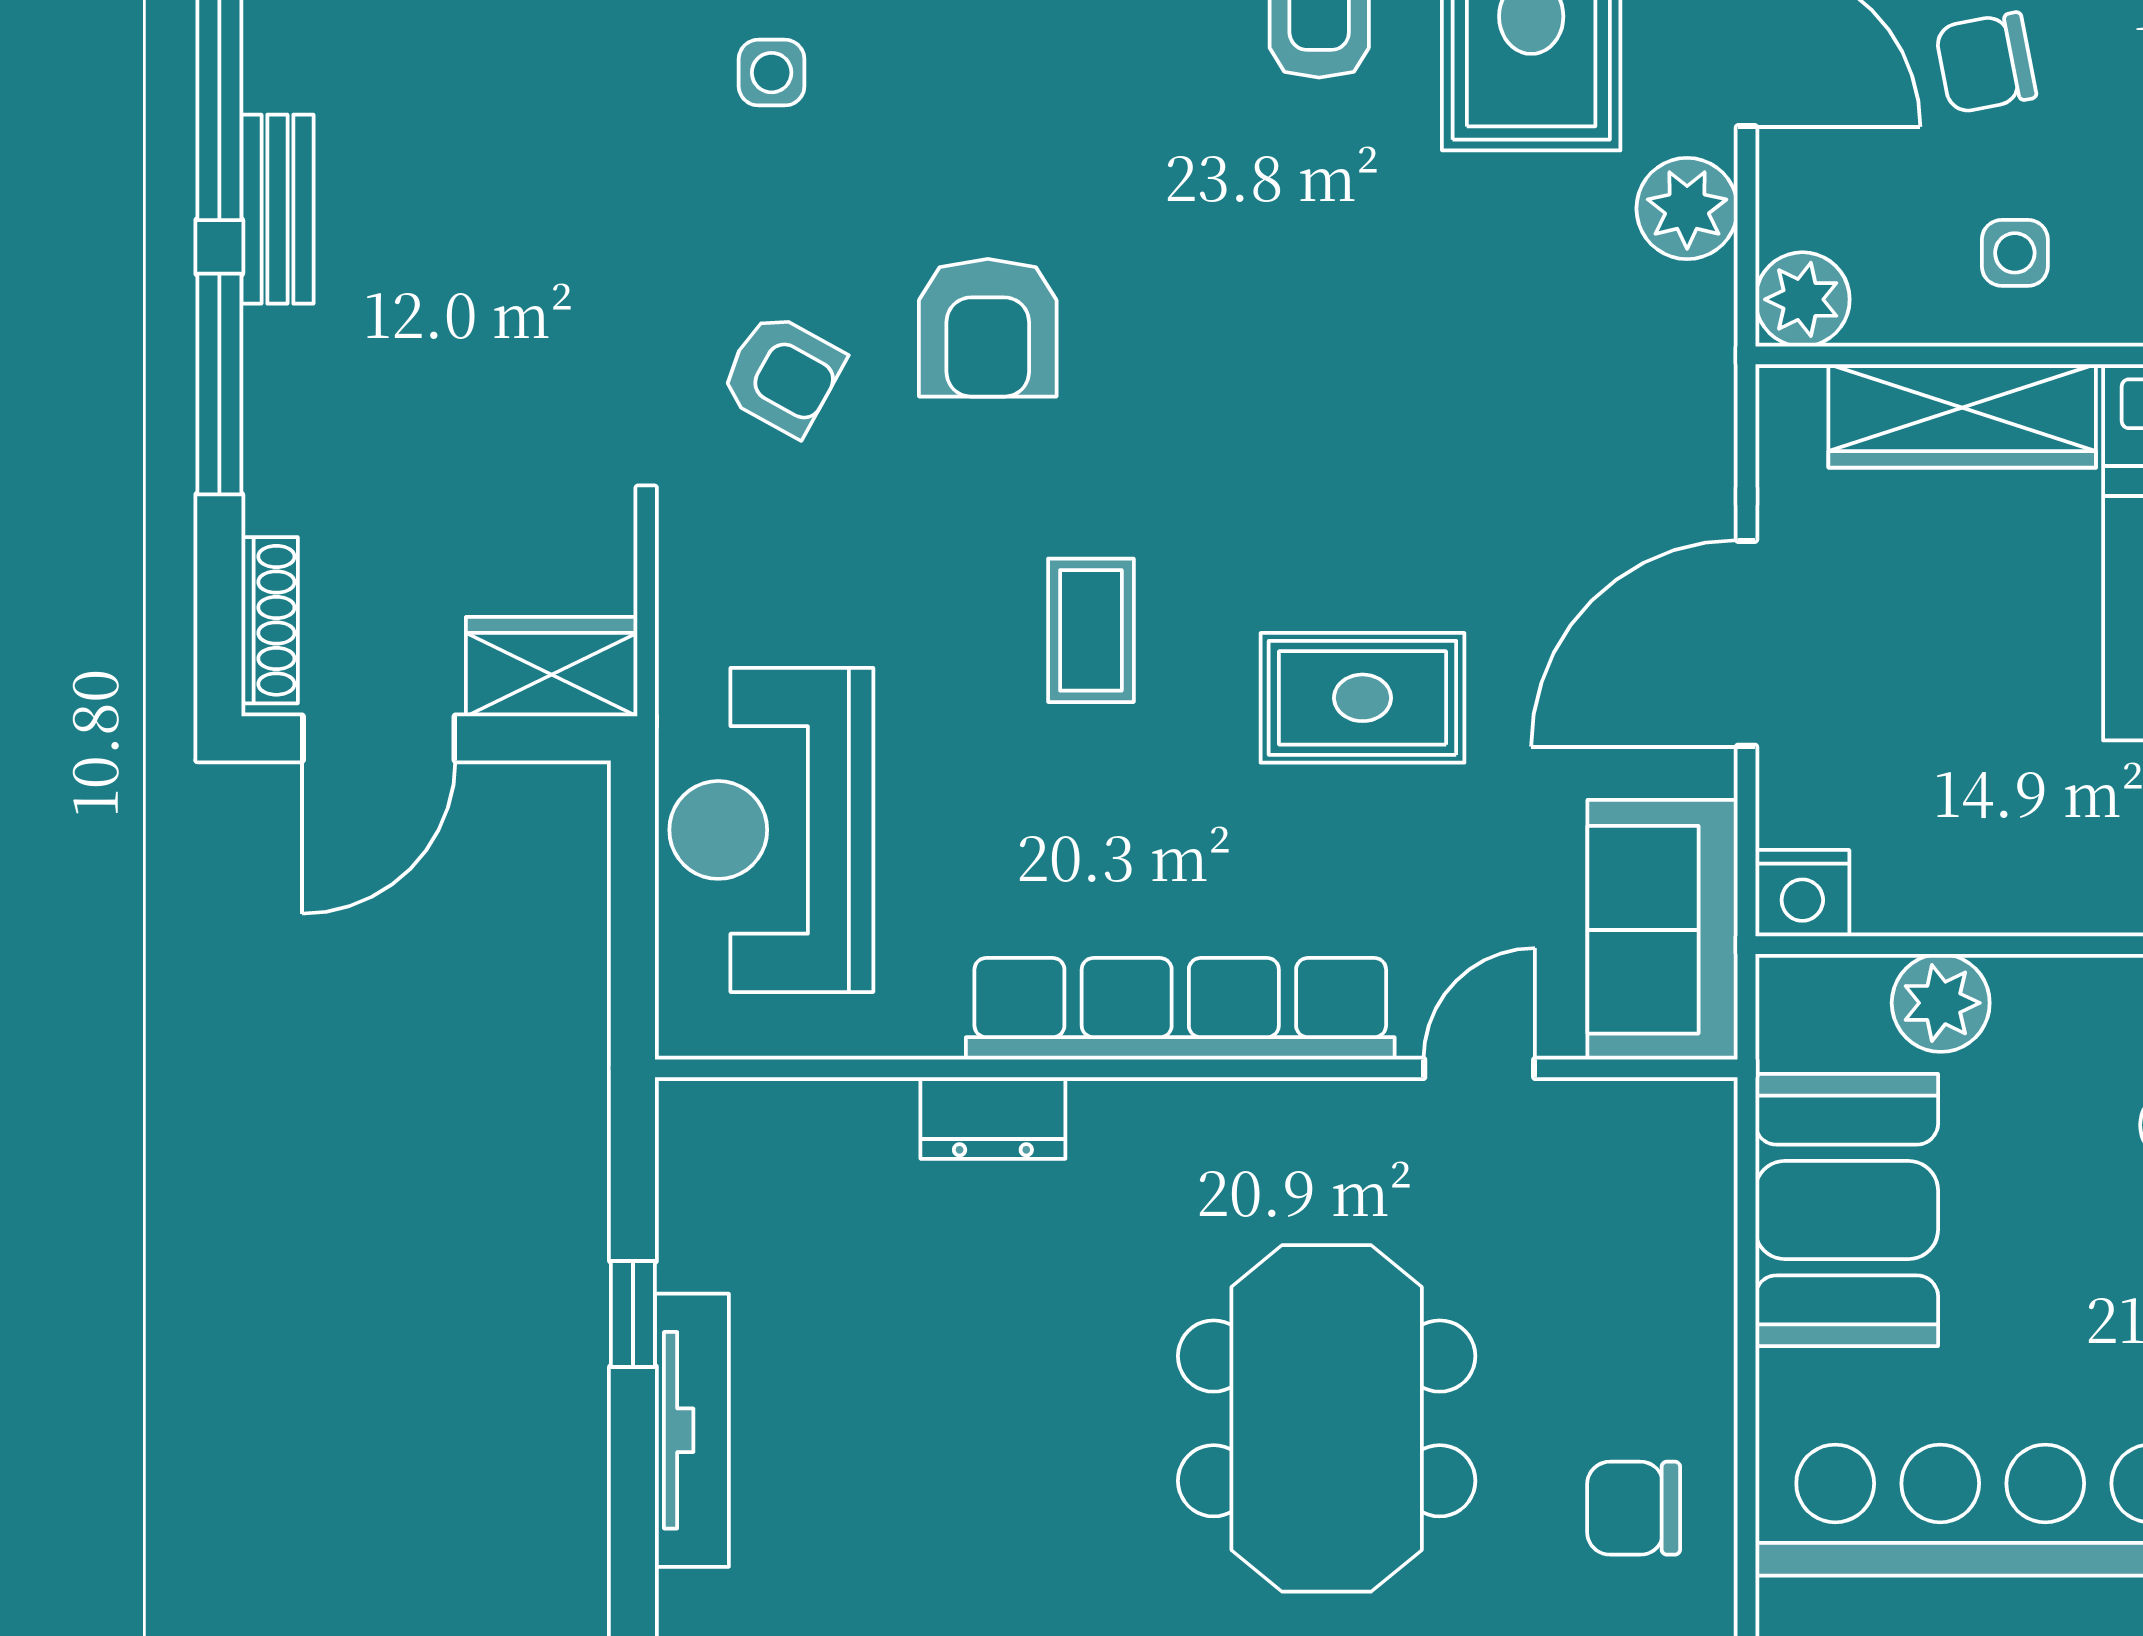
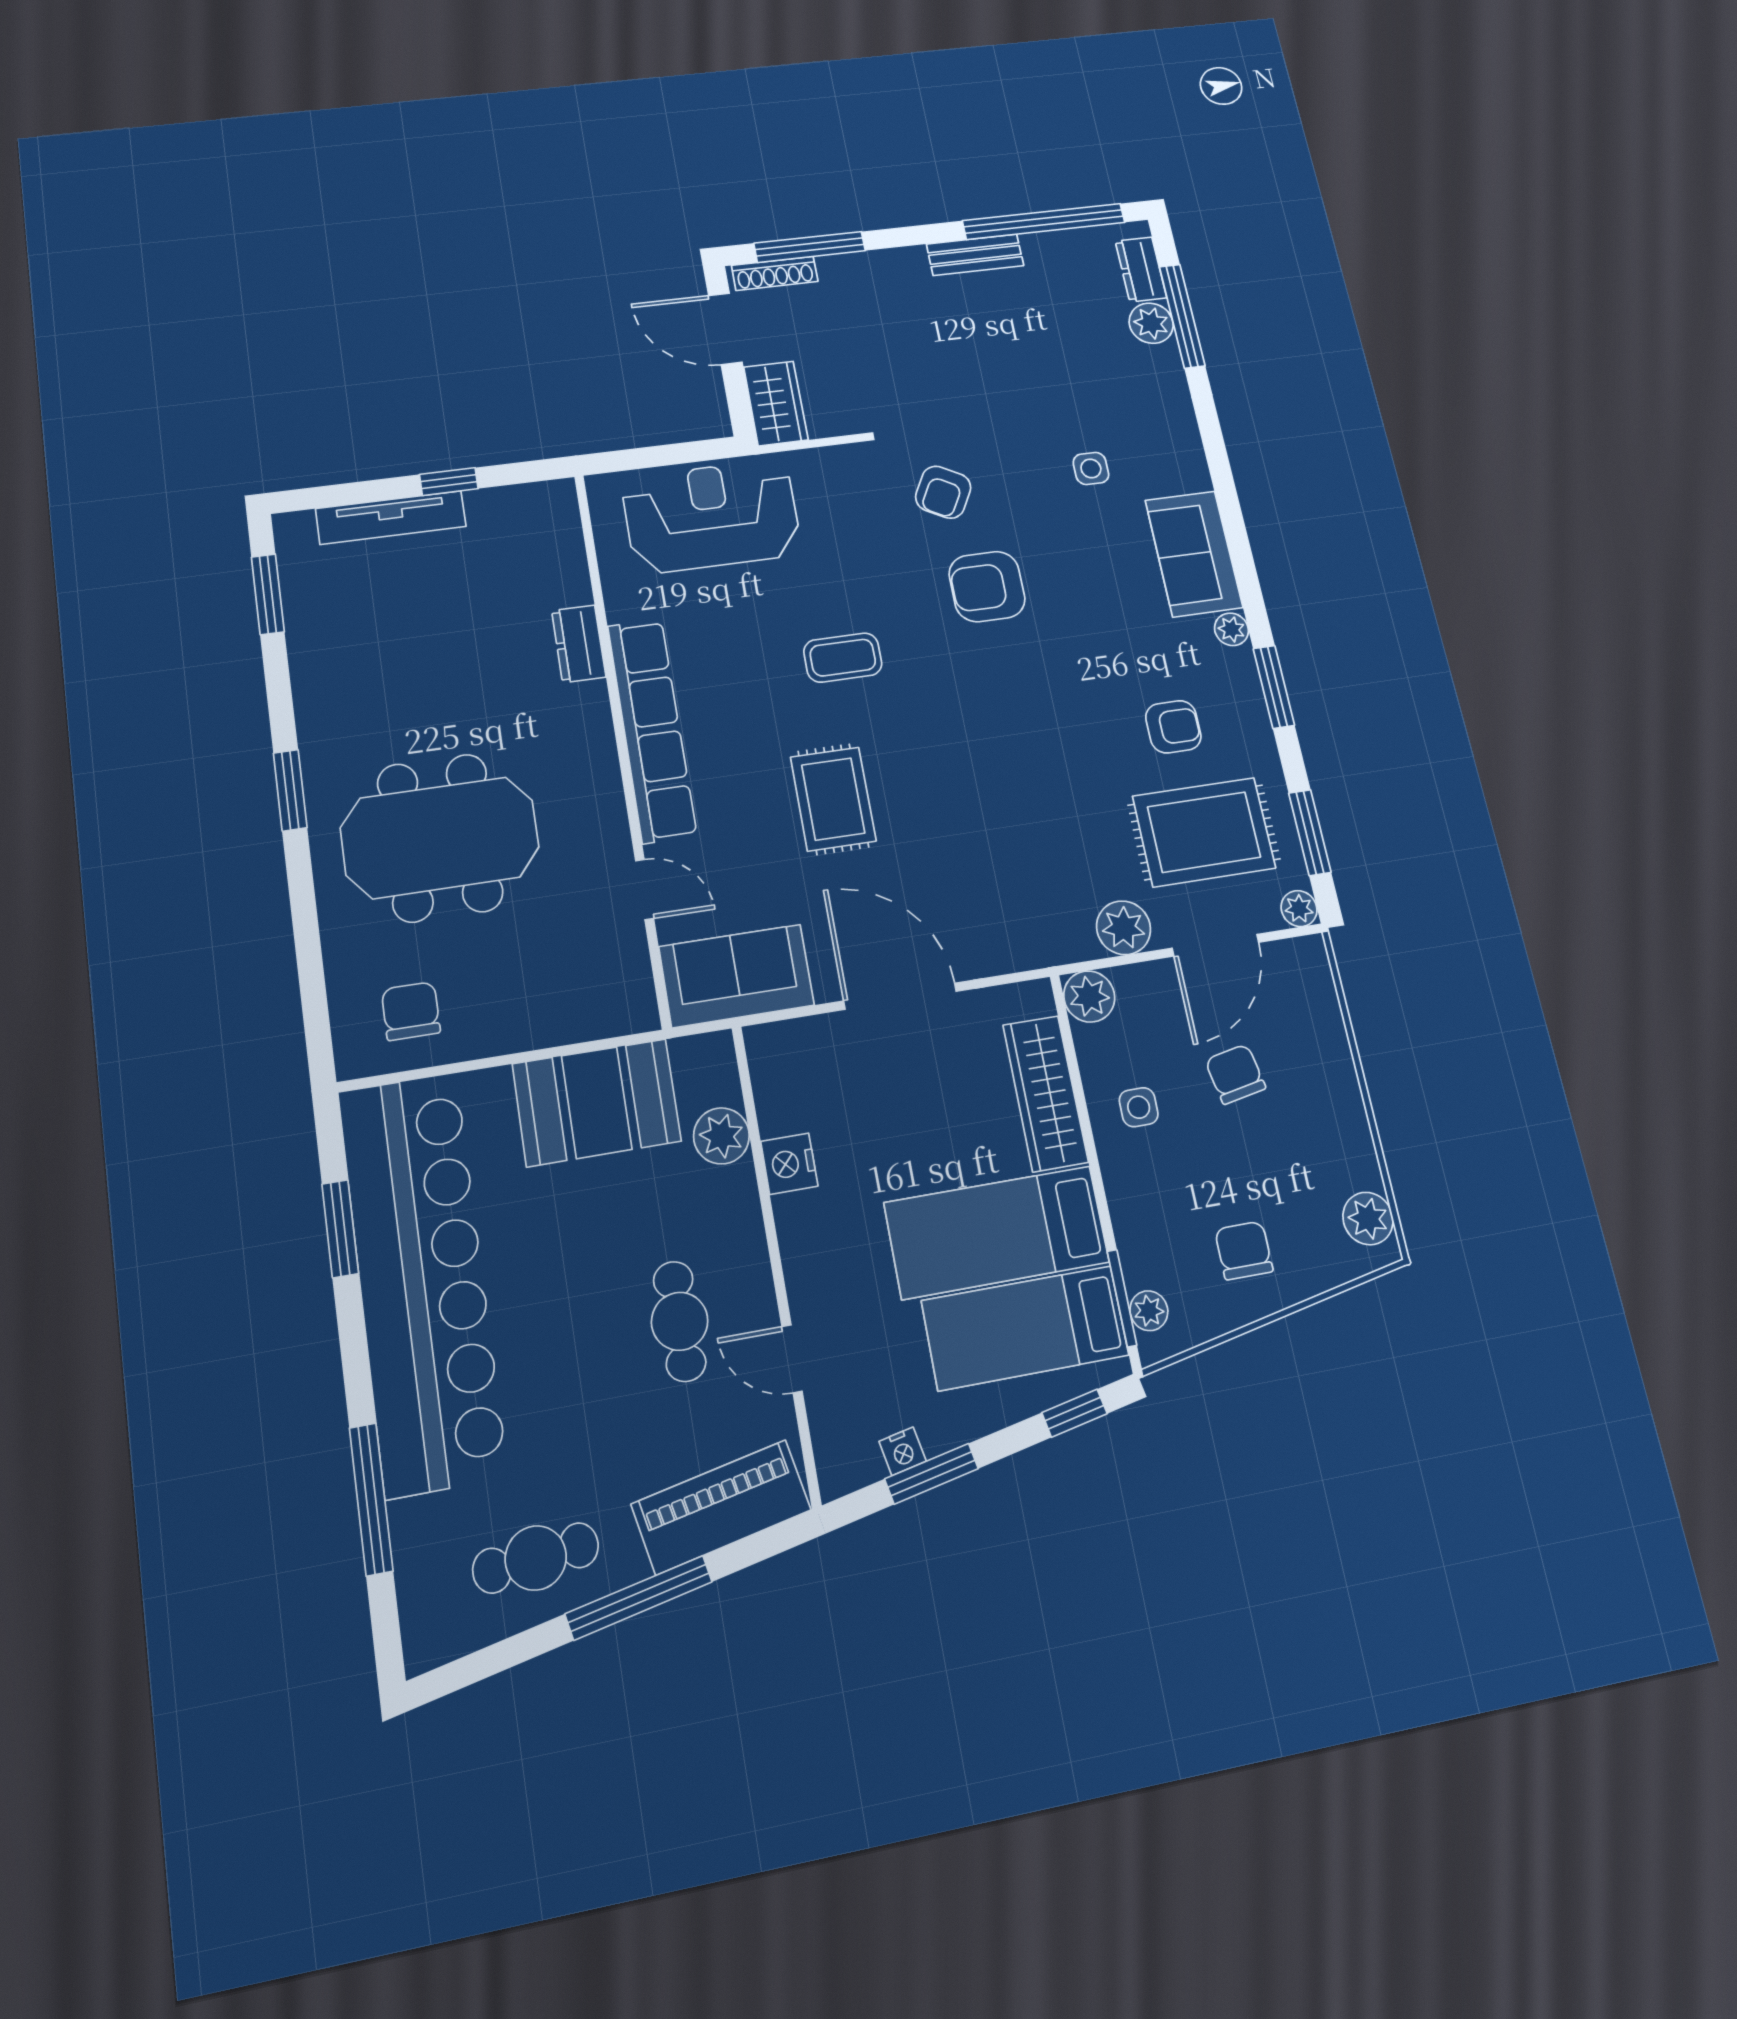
window: (219, 384) -> (810, 247), moved
nightstand: (1802, 893) -> (789, 1164), moved

